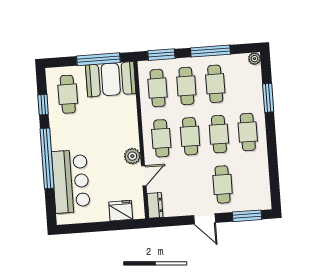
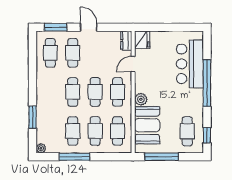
window: (161, 55) -> (113, 157), removed
booth: (111, 79) -> (147, 125), moved, turned 90
window: (43, 105) -> (207, 135), moved
cafe table: (248, 132) -> (50, 53), moved
plant: (132, 156) -> (141, 99), moved
fridge: (121, 211) -> (142, 40), moved, turned -90

